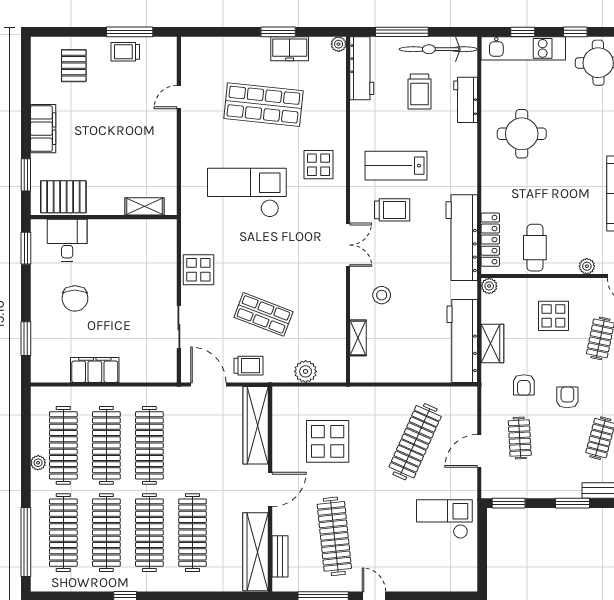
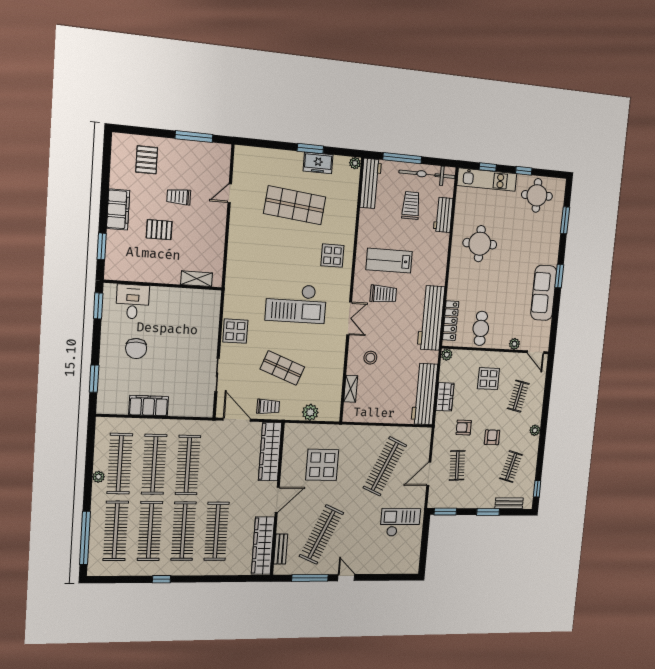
trolley: (125, 52) -> (179, 197), moved
trolley: (420, 91) -> (411, 205), turned 180
checkout: (247, 193) -> (296, 303), moved, turned 180
pallet: (63, 197) -> (159, 230), moved, width x0.67, depth x0.71
armchair: (524, 385) -> (464, 428), turned 90
clothes rail: (334, 536) -> (321, 534), turned 30

